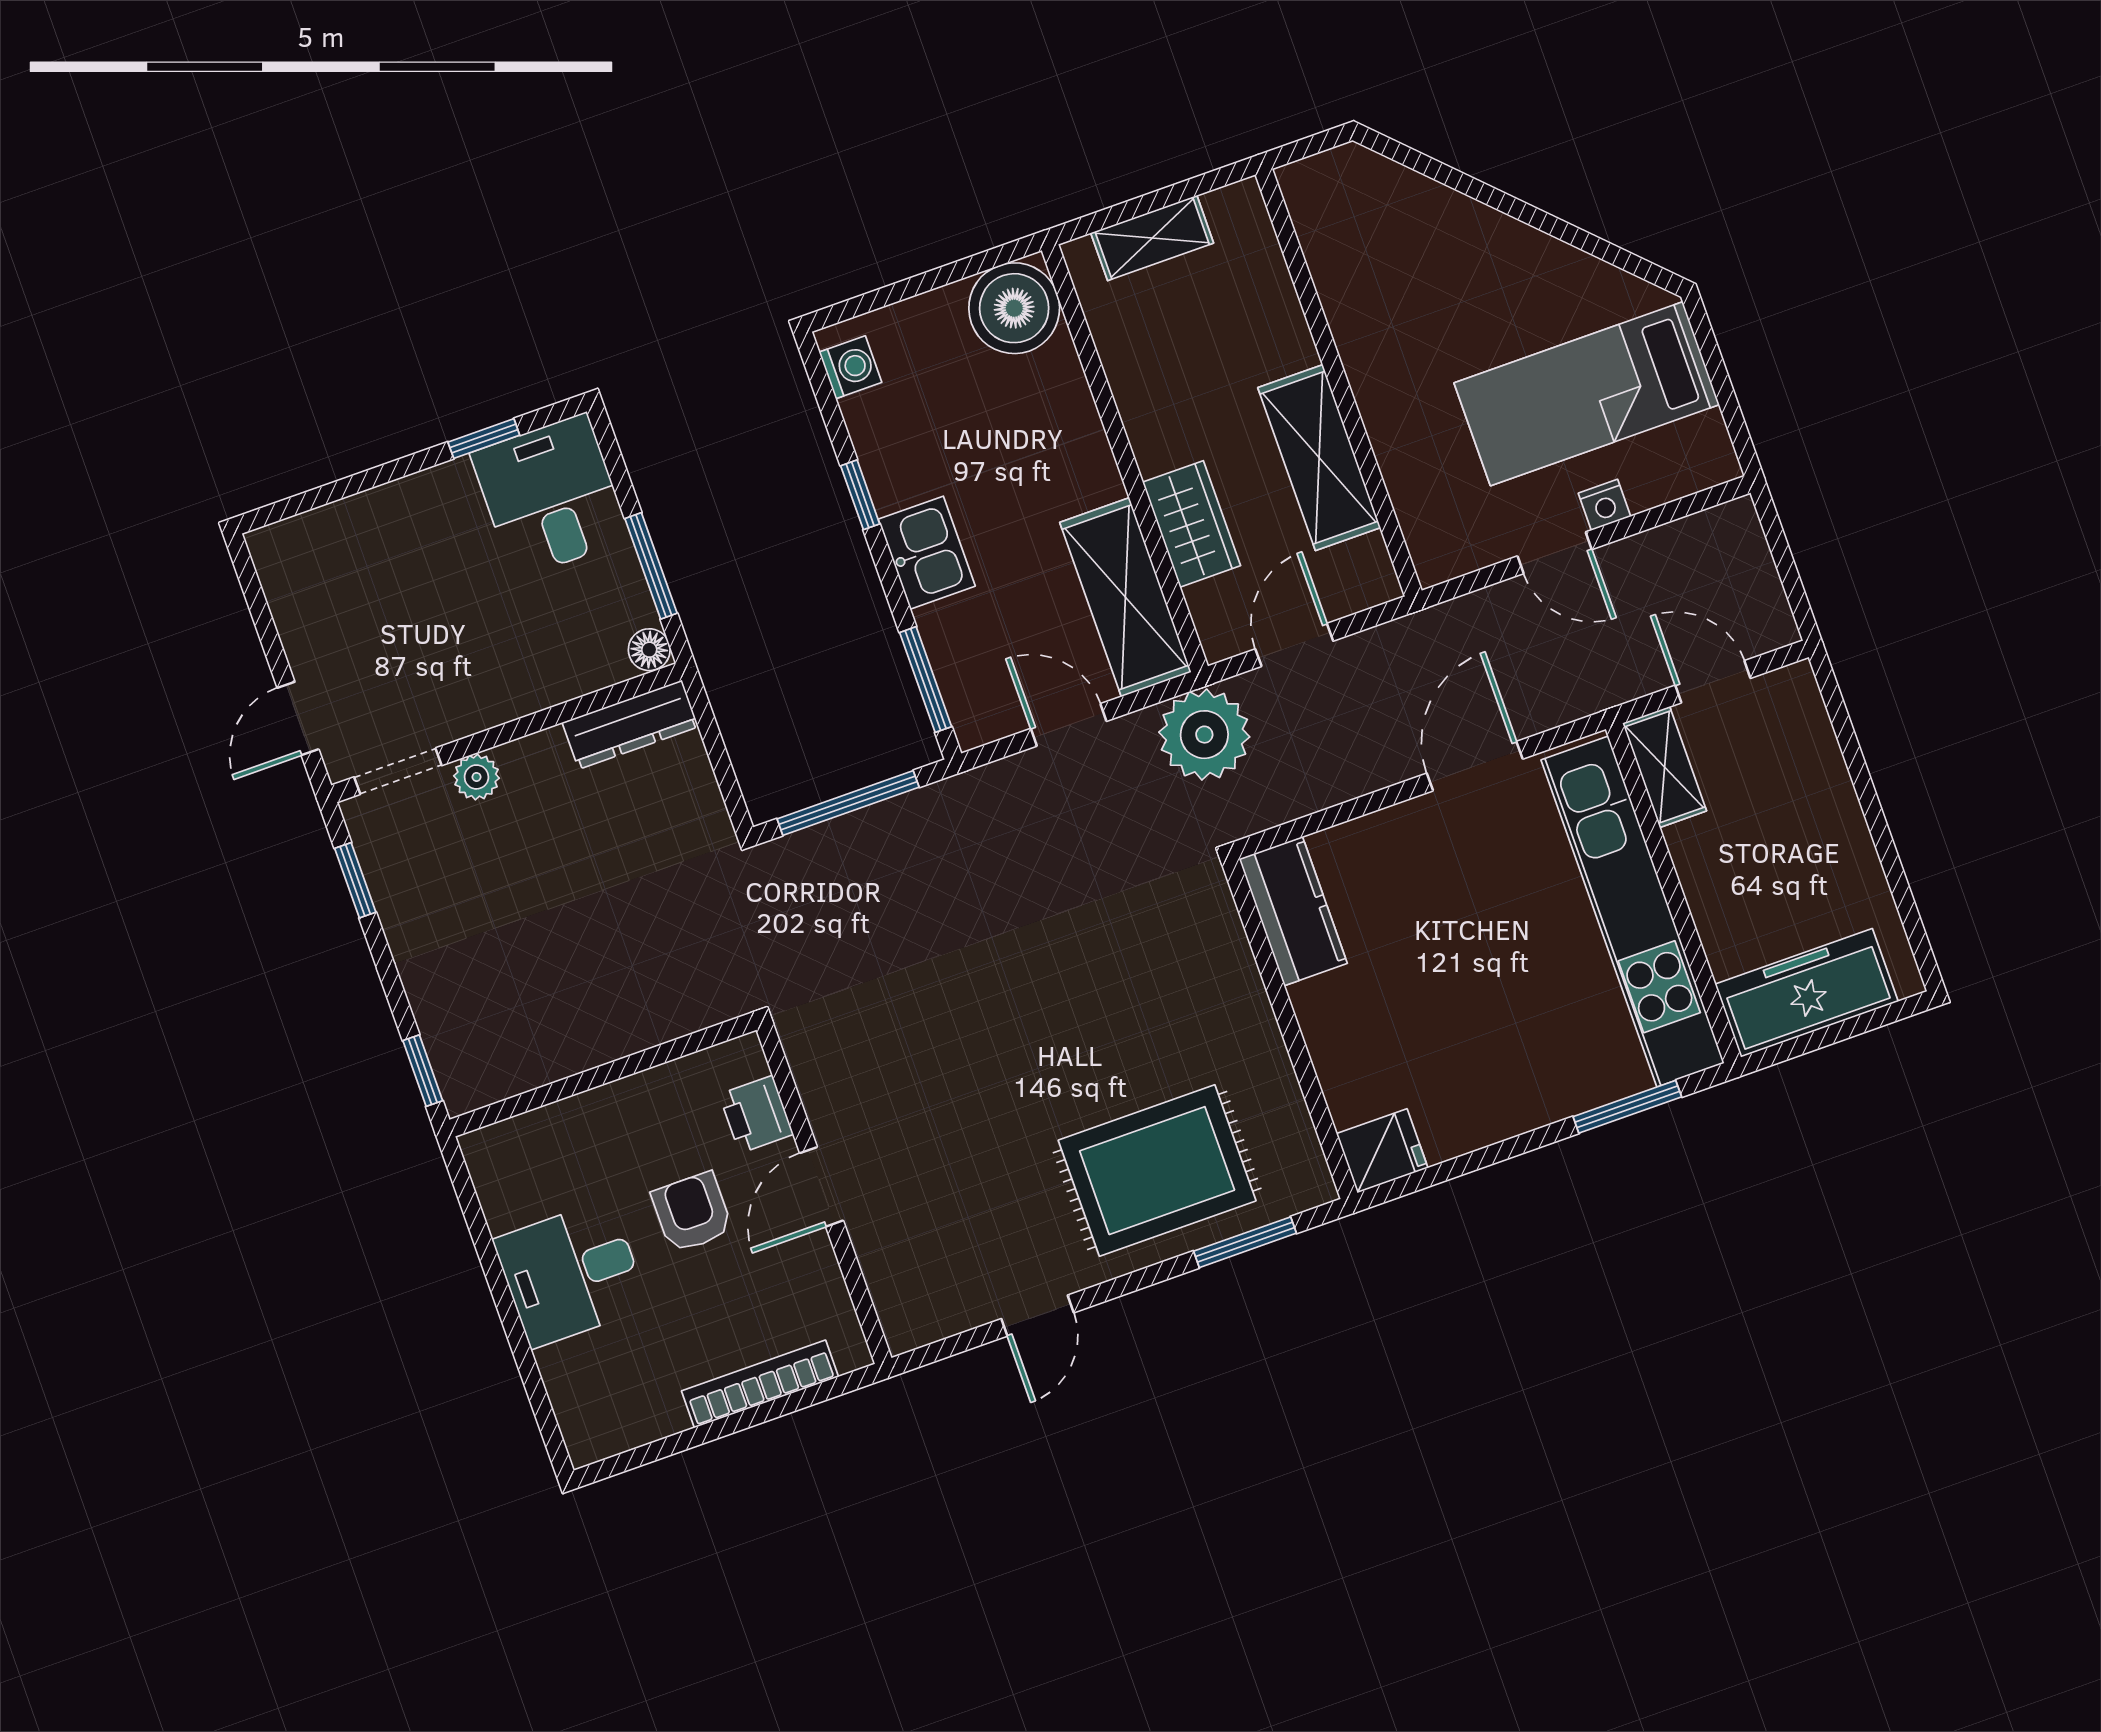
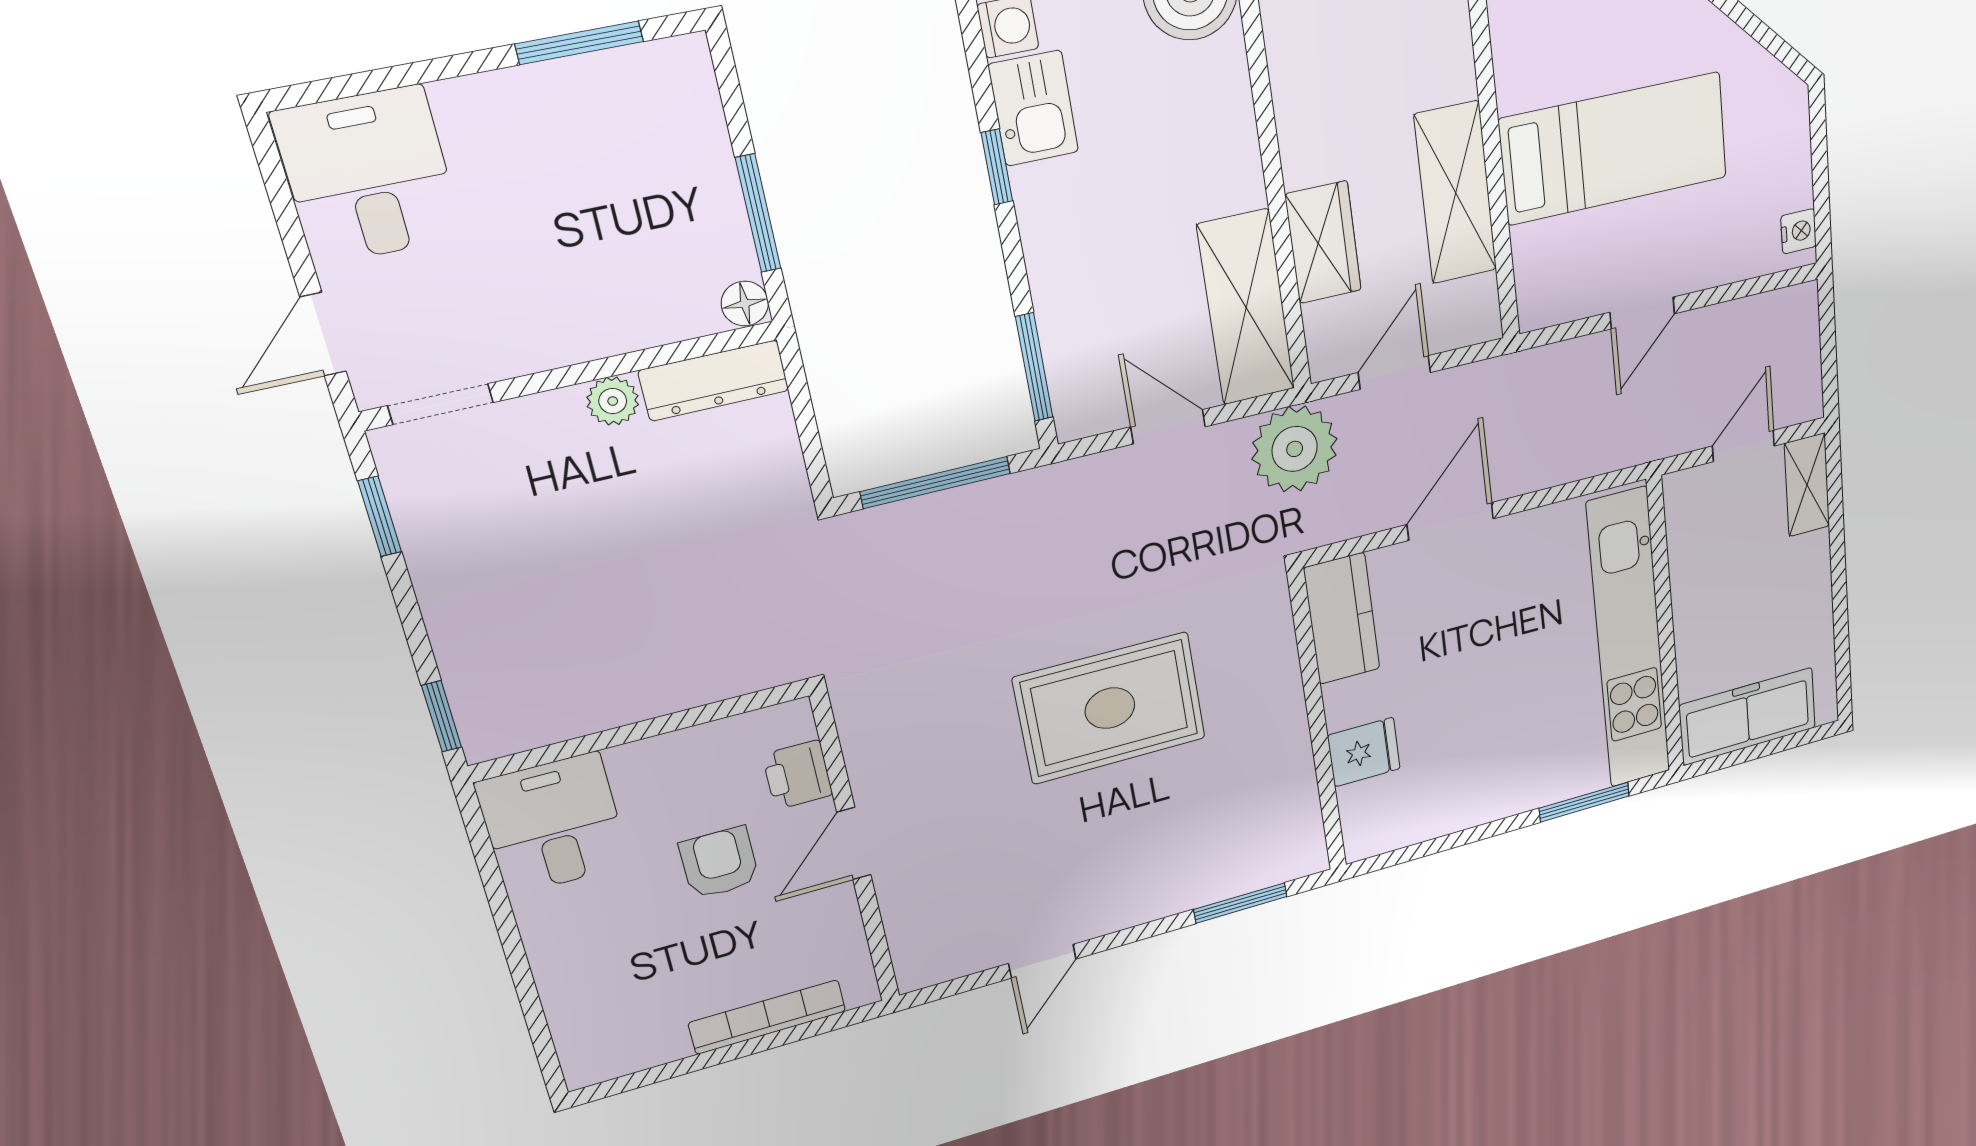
bed: (1587, 394) -> (1614, 148), moved, turned 180
window: (484, 439) -> (579, 43), width x1.50
desk: (550, 496) -> (368, 176), moved
nightstand: (1605, 505) -> (1799, 231), moved, turned -90
kitchen sink: (927, 553) -> (1034, 108), moved
door: (1555, 553) -> (1642, 313), hinge flipped
door: (1713, 682) -> (1743, 446), hinge flipped
door: (1475, 766) -> (1450, 522), moved
shelving: (1665, 767) -> (1807, 485), moved
plant: (476, 777) -> (613, 401), moved
fridge: (1382, 1151) -> (1364, 752), moved
rug: (1157, 1171) -> (1110, 708), moved
desk: (571, 1274) -> (553, 824), moved, turned 90

